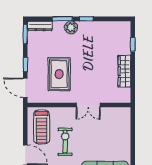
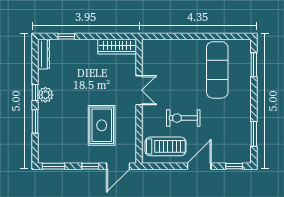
dresser: (40, 26) -> (44, 54), moved
plant: (71, 27) -> (45, 95), moved
wardrobe: (124, 71) -> (117, 47), moved
rug: (59, 74) -> (102, 125), turned 90

